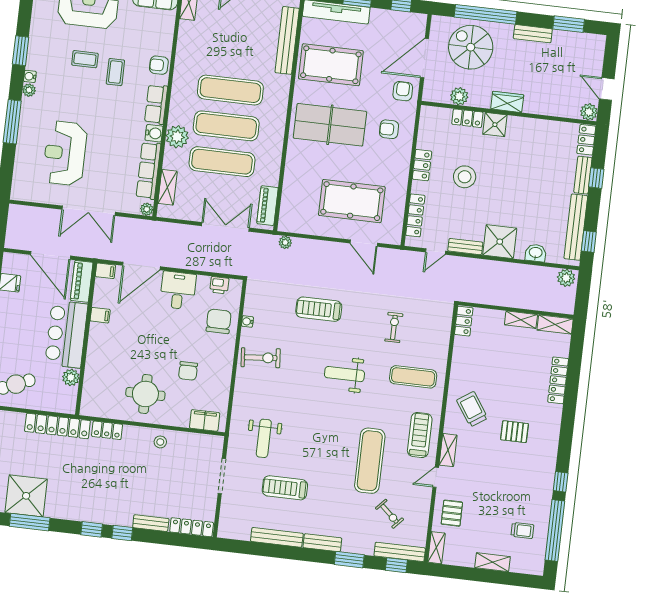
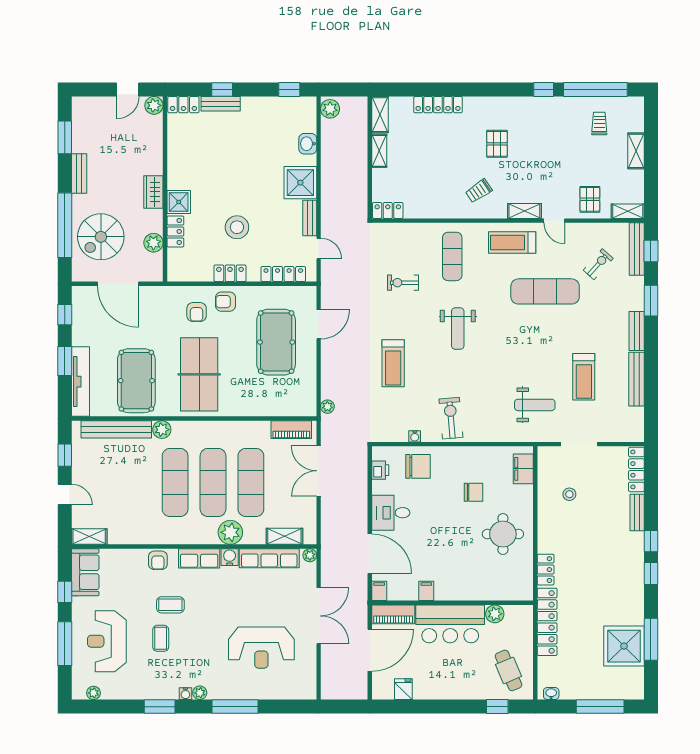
plant: (282, 83) -> (162, 430), added
armchair: (403, 91) -> (225, 302), moved
bench: (576, 227) -> (276, 105), removed
chair: (219, 321) -> (418, 466), turned 180
trolley: (472, 409) -> (479, 191), width x0.73, depth x0.72
stool: (160, 442) -> (569, 494), moved
pallet: (452, 513) -> (590, 199), turned 90

